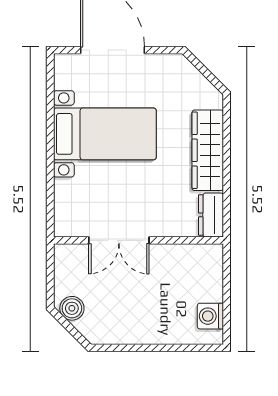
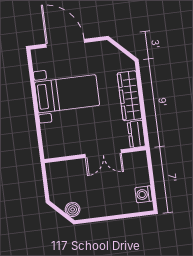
double door: (119, 240) -> (103, 154), moved
boiler: (72, 308) -> (73, 209), moved

